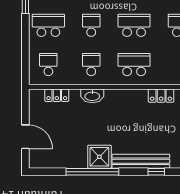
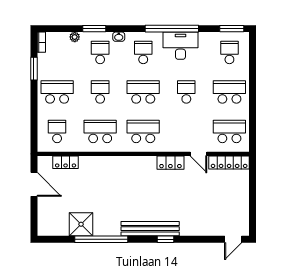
school desk: (91, 65) -> (100, 131), width x1.85
washbasin: (92, 96) -> (101, 163), removed
door: (25, 137) -> (34, 184), moved
shower: (99, 157) -> (81, 224), moved

